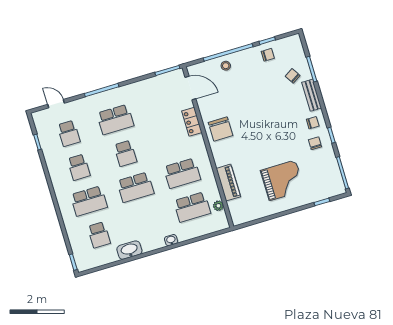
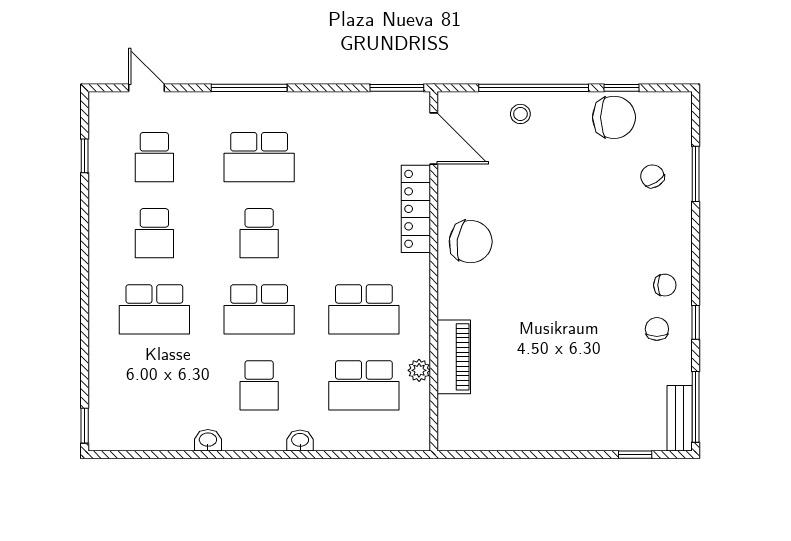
chair: (268, 55) -> (614, 117), width x1.87, depth x1.87
bench: (312, 95) -> (680, 418), moved
locker: (192, 122) -> (416, 209), width x1.53
chair: (221, 129) -> (471, 242), turned -81
grand piano: (283, 180) -> (567, 386), removed
plant: (218, 206) -> (419, 370), moved
school desk: (99, 235) -> (259, 385), moved
washbasin: (129, 250) -> (208, 440), width x0.52, depth x0.69

